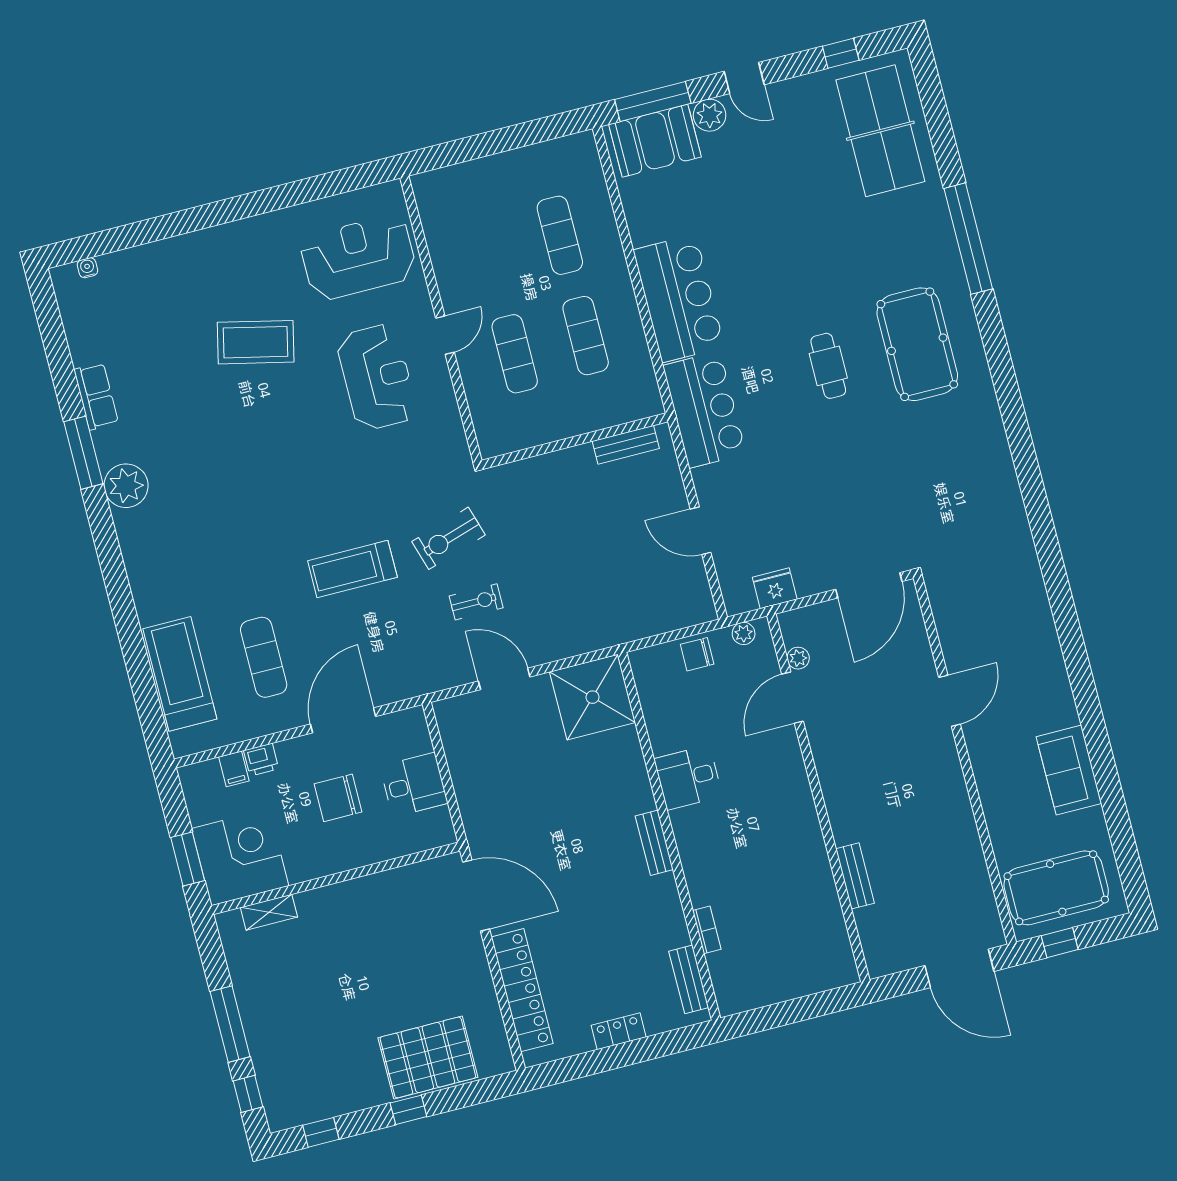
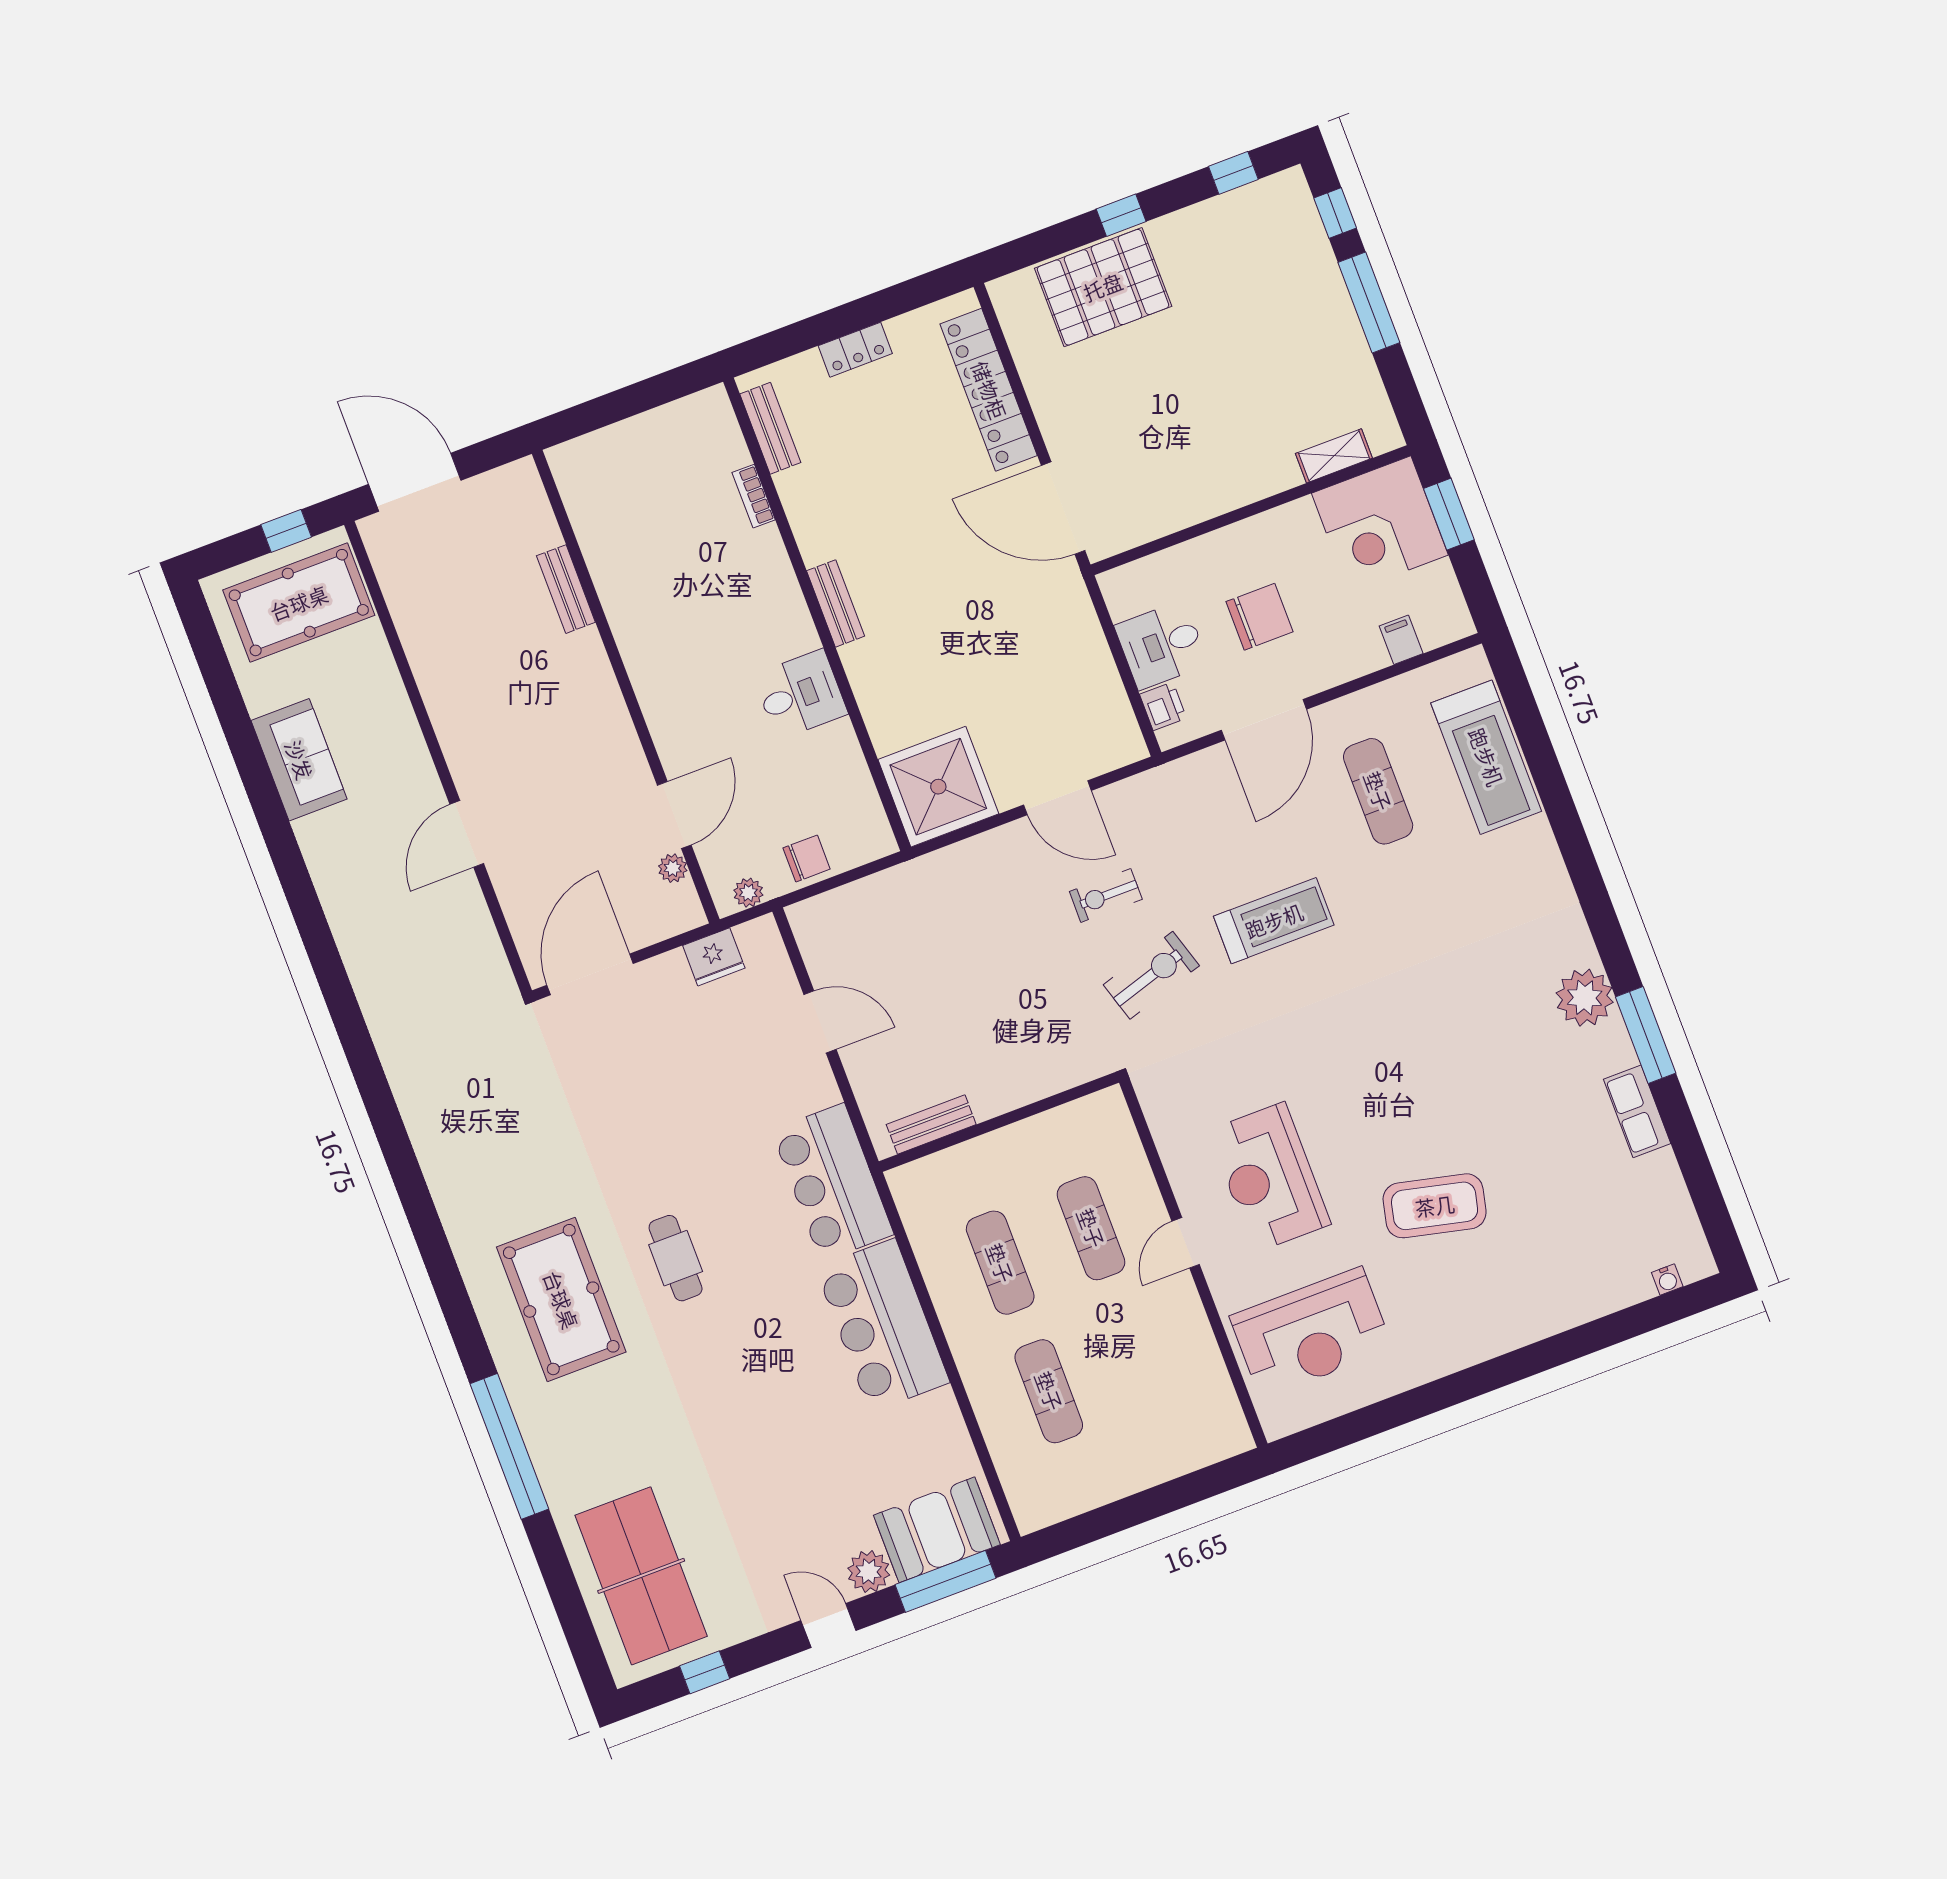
printer: (261, 760) -> (1163, 706), moved, turned 90

